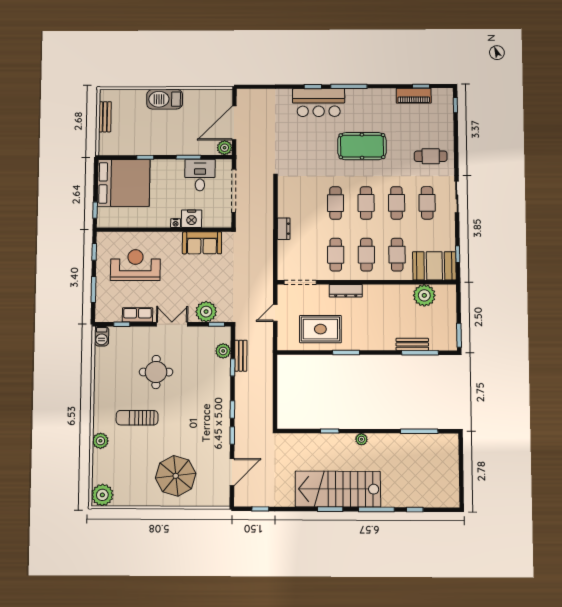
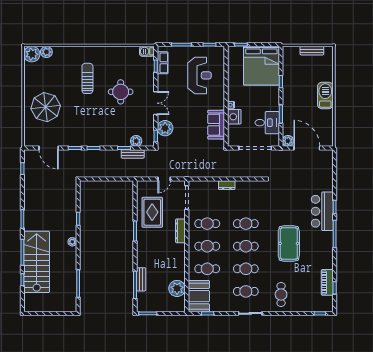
door: (275, 313) -> (164, 179), swing flipped
row of seats: (137, 315) -> (163, 63), moved
plant: (100, 441) -> (46, 52), moved
stairs: (338, 489) -> (37, 262), moved

